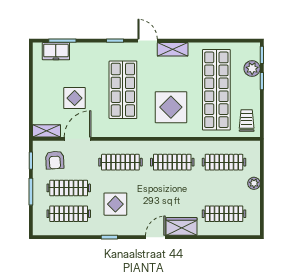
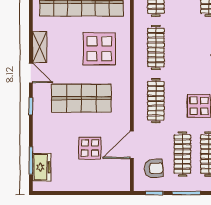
door: (148, 41) -> (31, 73), swing flipped
shelving: (46, 131) -> (124, 177), removed
door: (78, 139) -> (132, 145), hinge flipped

